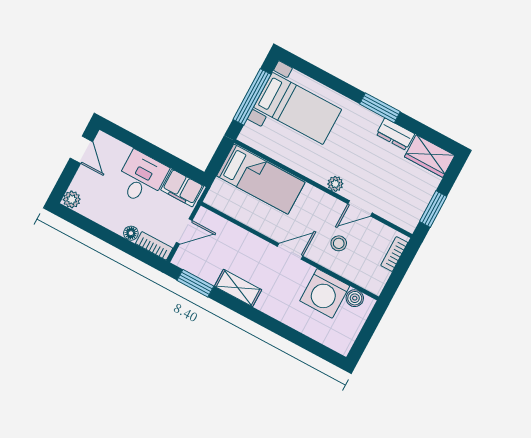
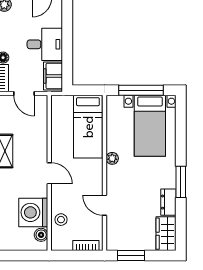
plant: (335, 184) -> (112, 158), moved
stool: (339, 243) -> (61, 220), moved

